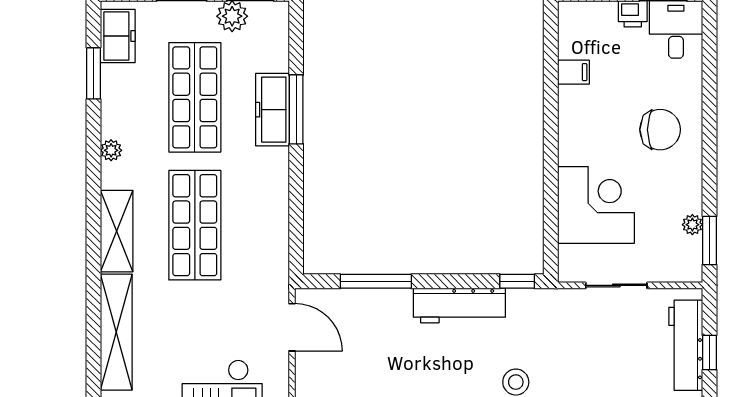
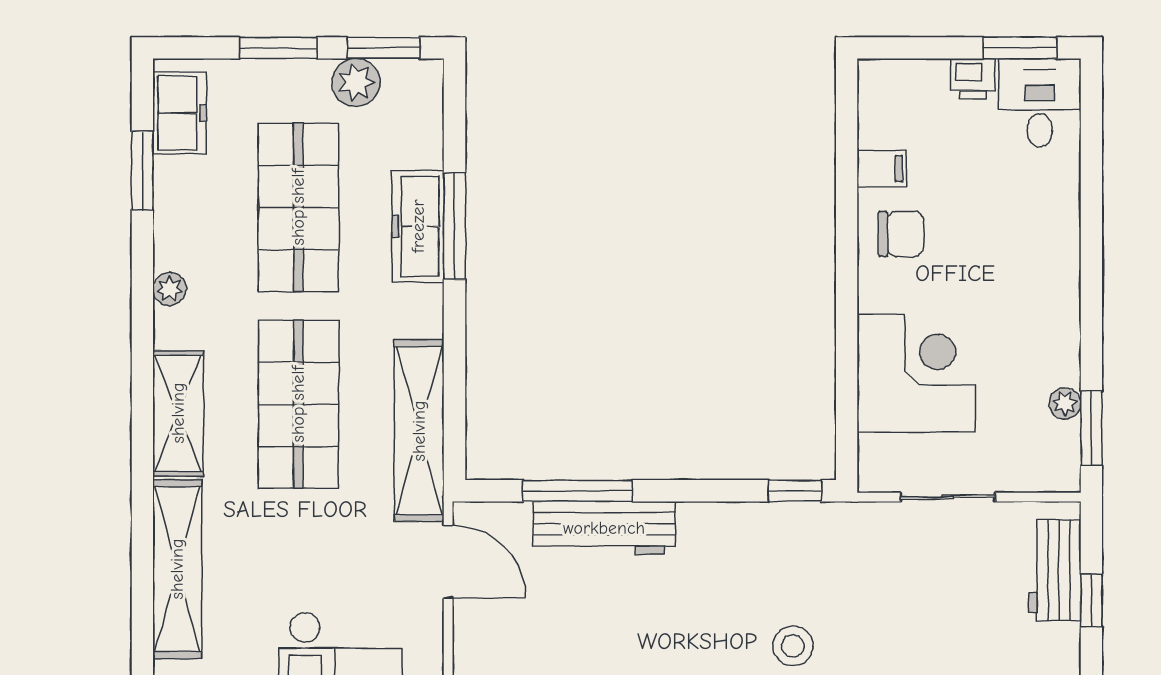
chair: (660, 130) -> (901, 234), moved, width x0.73, depth x0.73
shelving: (273, 242) -> (419, 431), added
workbench: (459, 305) -> (604, 528), moved
workbench: (686, 345) -> (1055, 570), width x0.73

